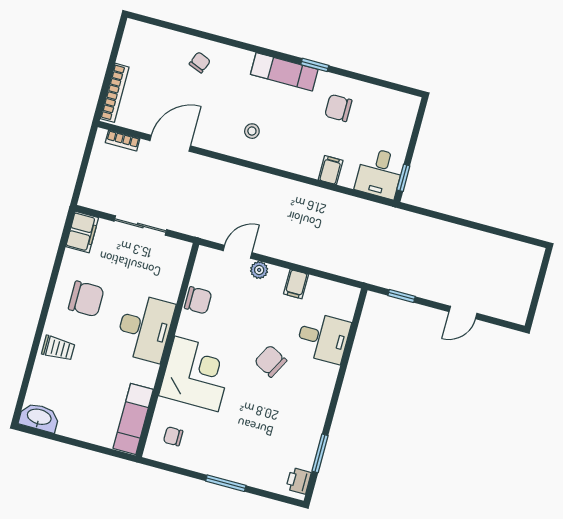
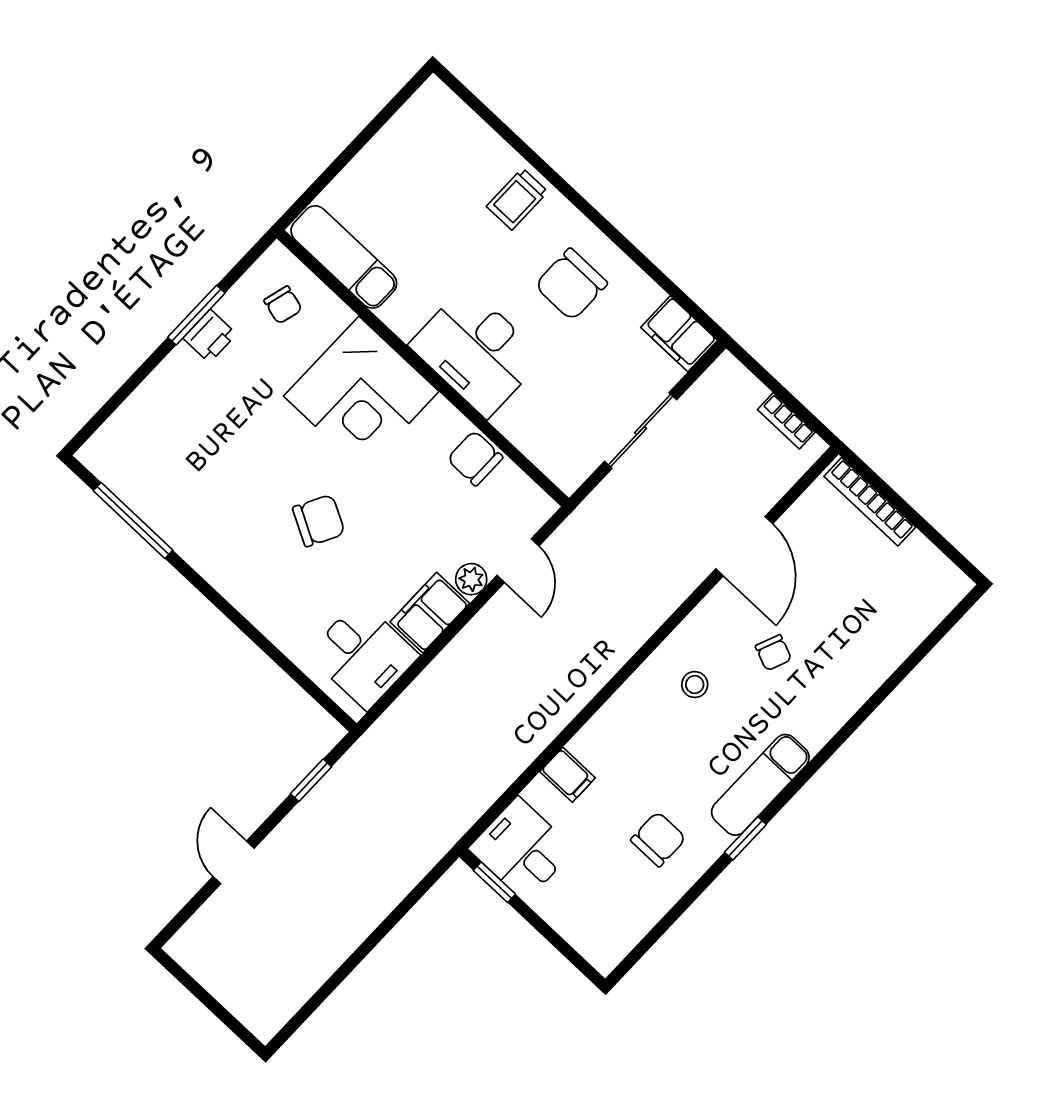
chair: (200, 62) -> (773, 653), moved
bookcase: (123, 141) -> (786, 421), moved, turned -90
filing cabinet: (296, 284) -> (430, 613), width x2.00
chair: (198, 300) -> (475, 458), turned 90
desk: (323, 338) -> (363, 655), moved, turned -90
washbasin: (39, 417) -> (425, 111), removed
chair: (173, 436) -> (283, 305), turned 105
window: (320, 453) -> (133, 520), width x1.44
printer: (298, 481) -> (210, 336), moved, turned 90
window: (226, 483) -> (196, 315), moved

